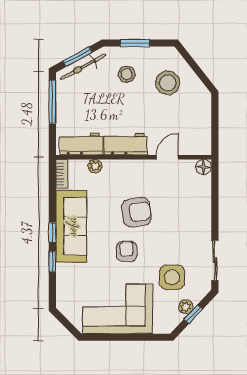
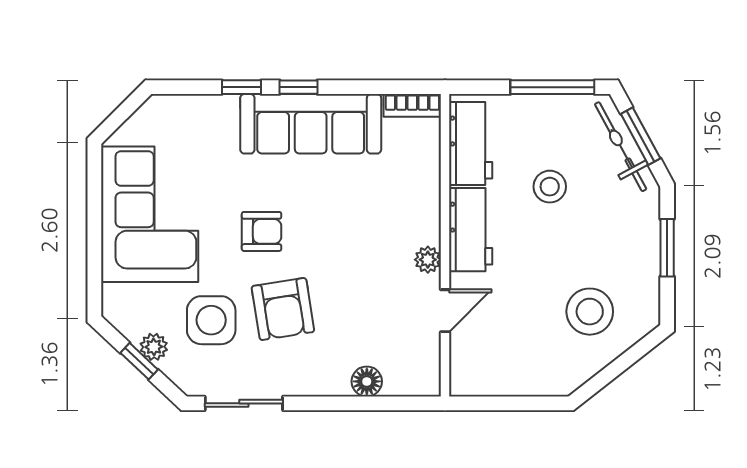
stool: (127, 74) -> (550, 187), moved
door: (167, 157) -> (445, 311), hinge flipped
plant: (95, 166) -> (428, 260), moved
floor lamp: (204, 167) -> (367, 381), moved
armchair: (136, 212) -> (283, 309), moved

